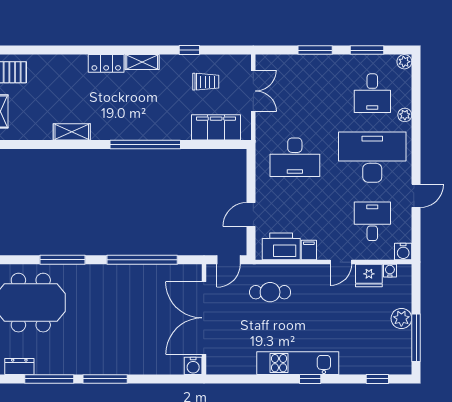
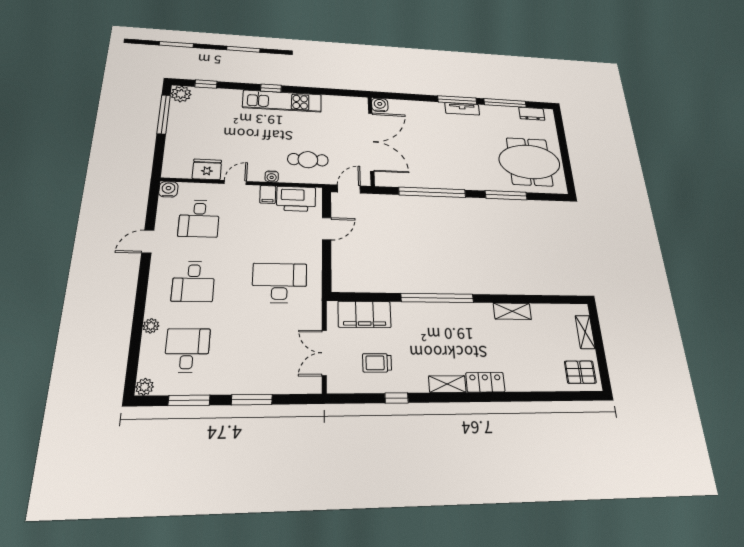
desk: (372, 157) -> (193, 281), width x0.53, depth x0.77
water cooler: (390, 271) -> (272, 176), moved
plant: (401, 318) -> (181, 94), moved
tv unit: (100, 367) -> (462, 109), added

